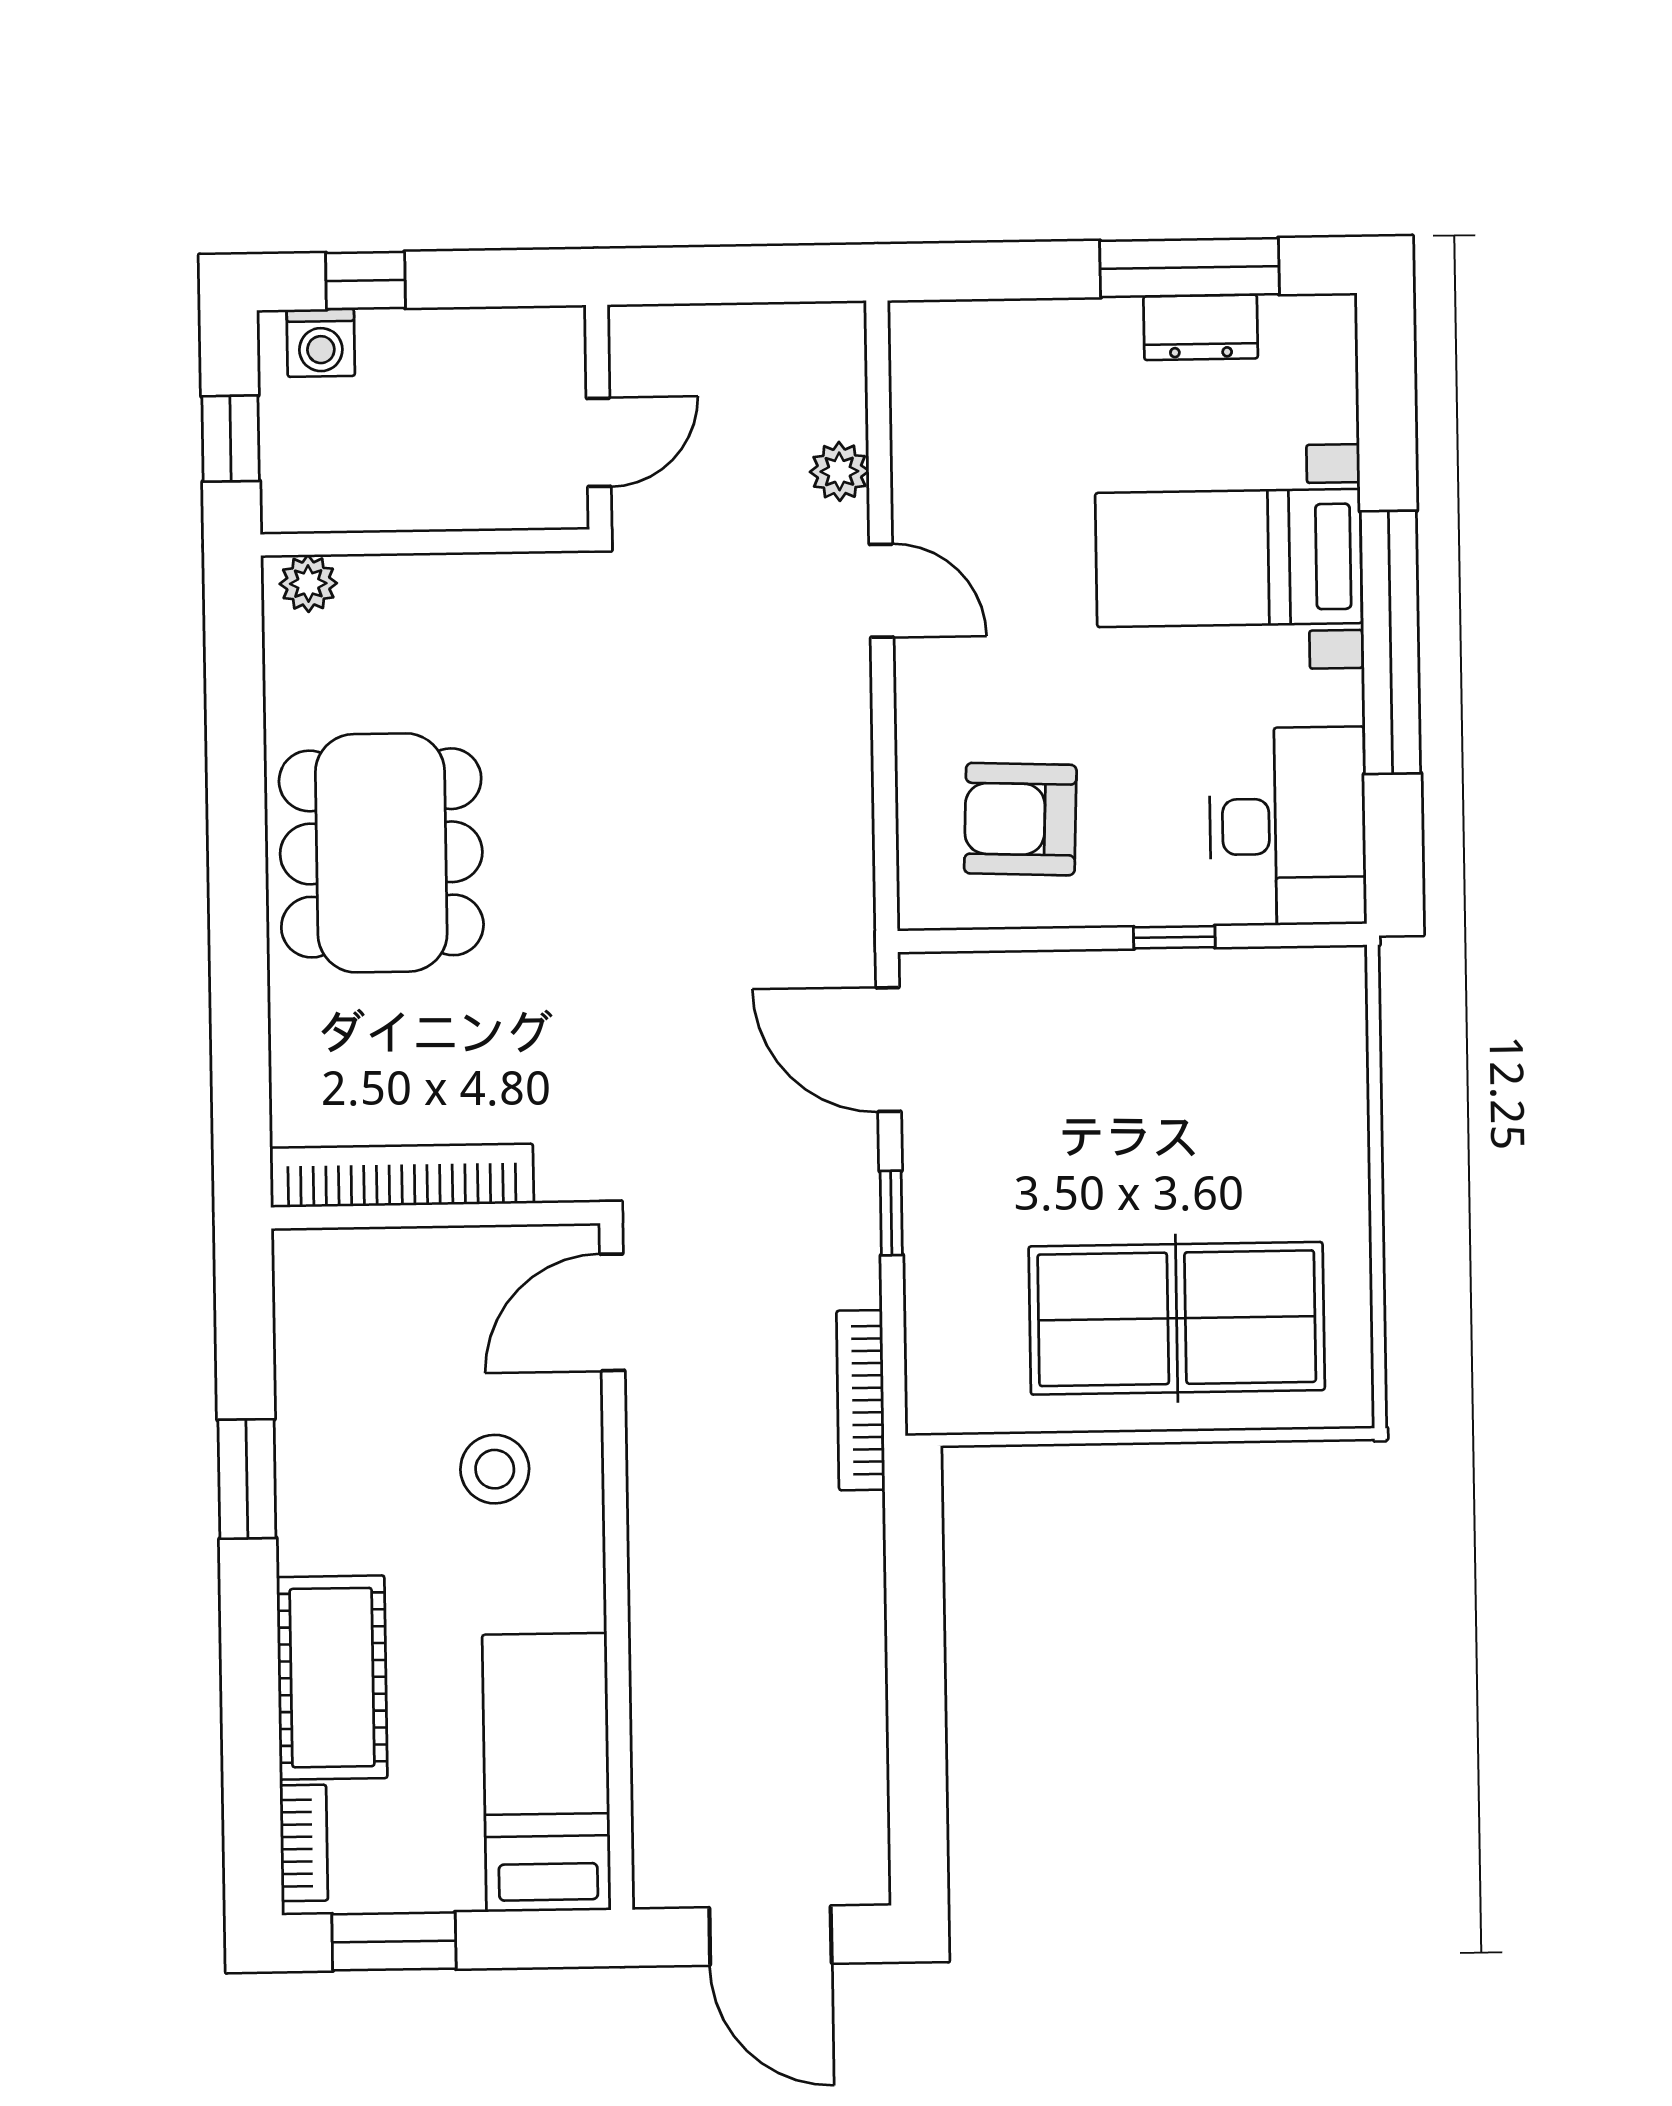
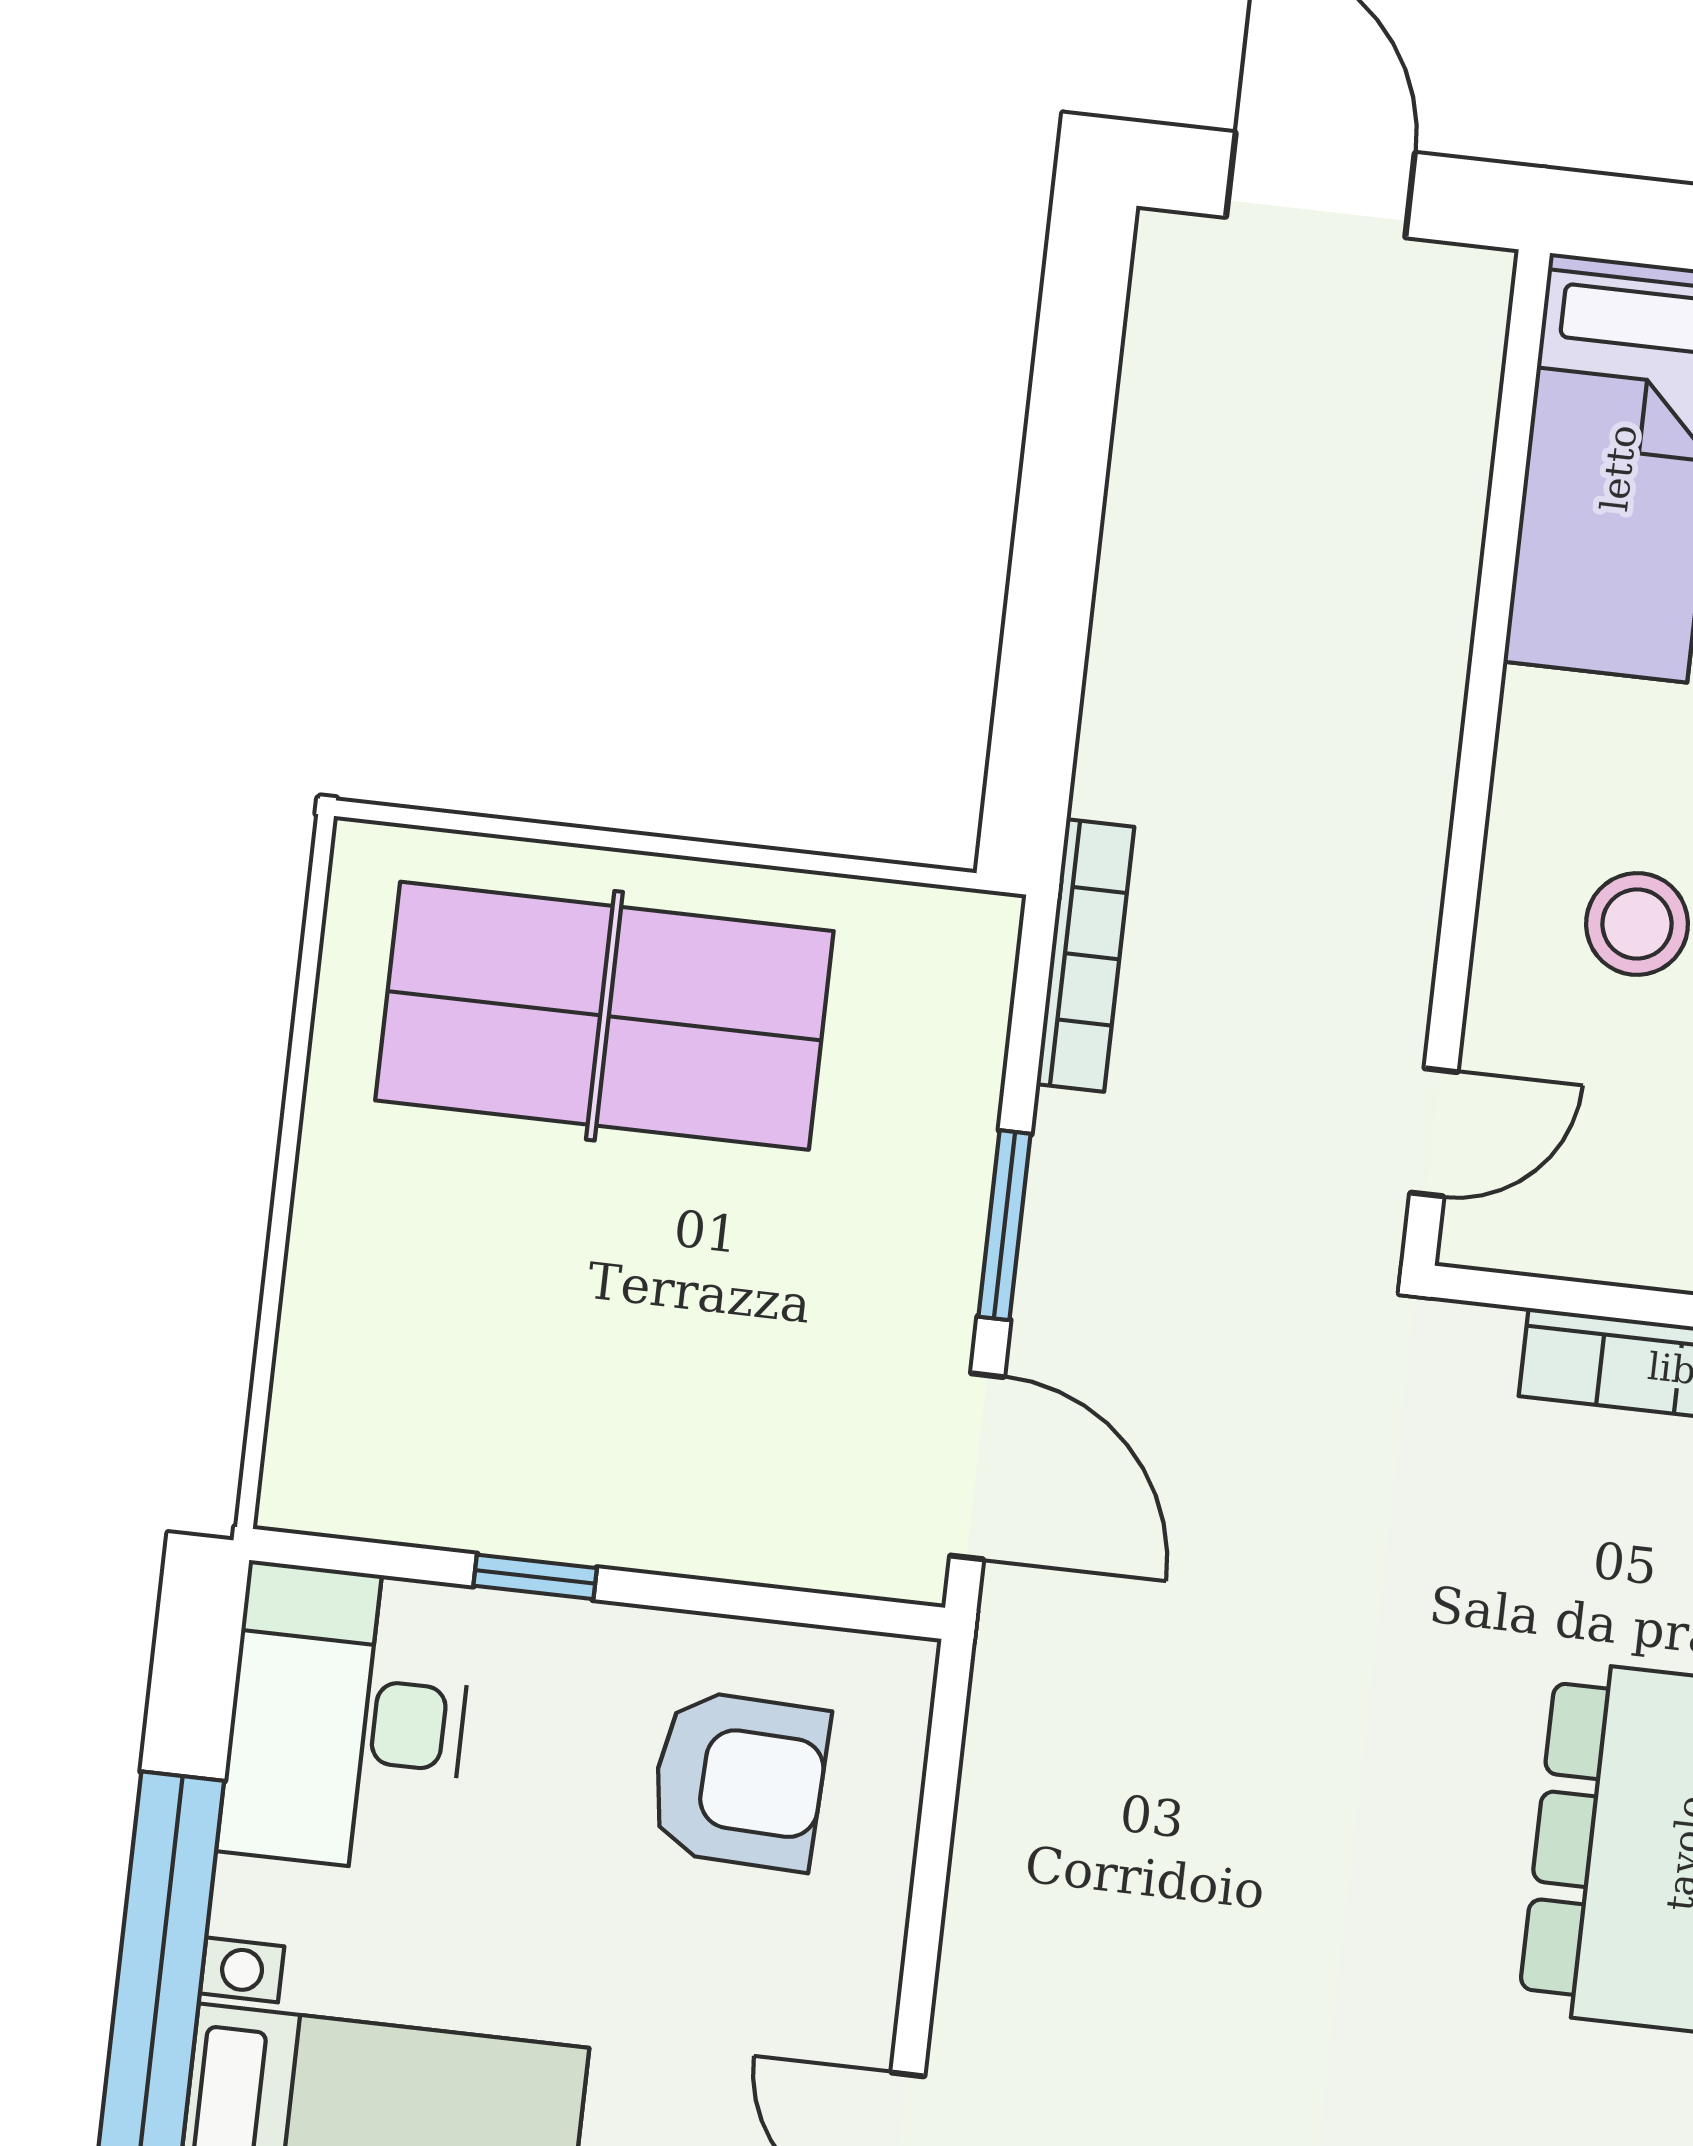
window: (891, 1213) -> (1005, 1225), width x1.50
door: (612, 1312) -> (1434, 1132), width x0.73

